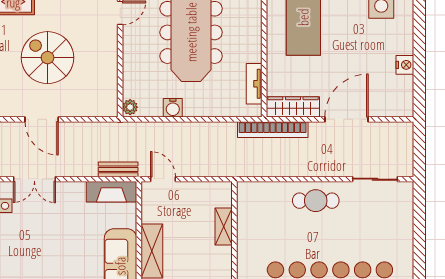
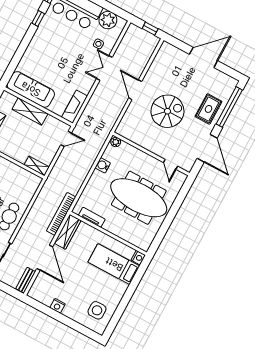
door: (42, 119) -> (135, 90), hinge flipped
bench: (118, 169) -> (26, 280), moved
shelving: (224, 227) -> (37, 166), moved

